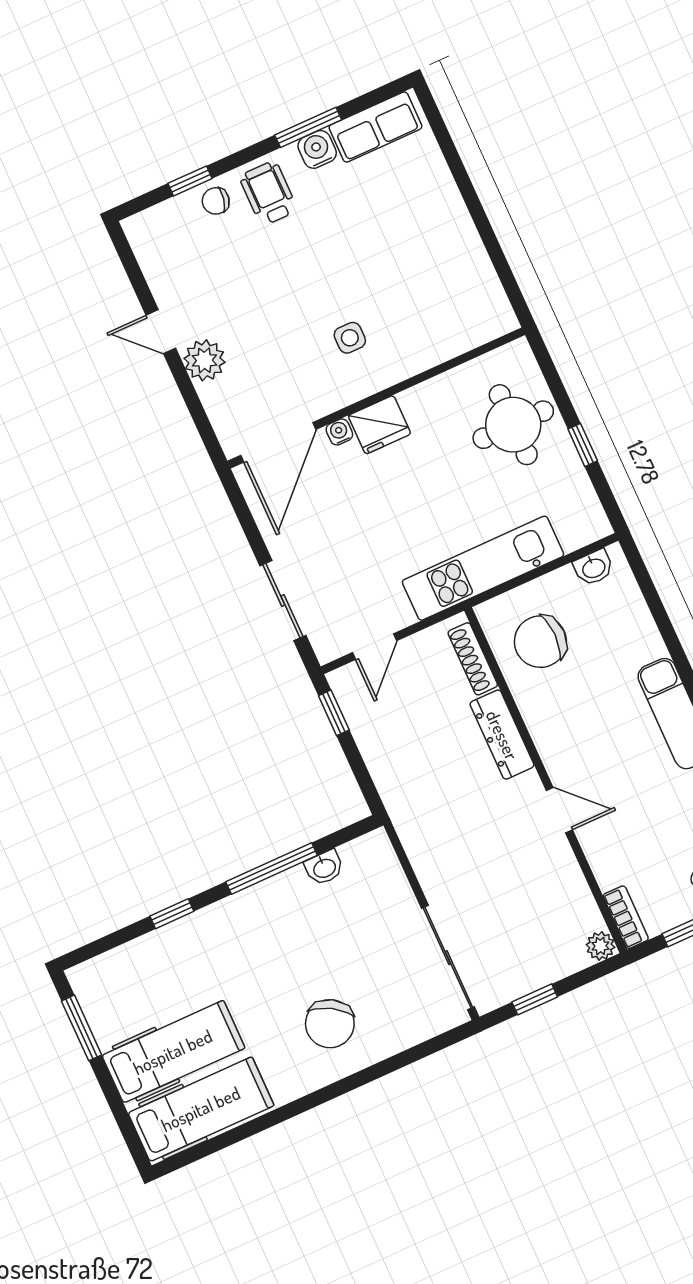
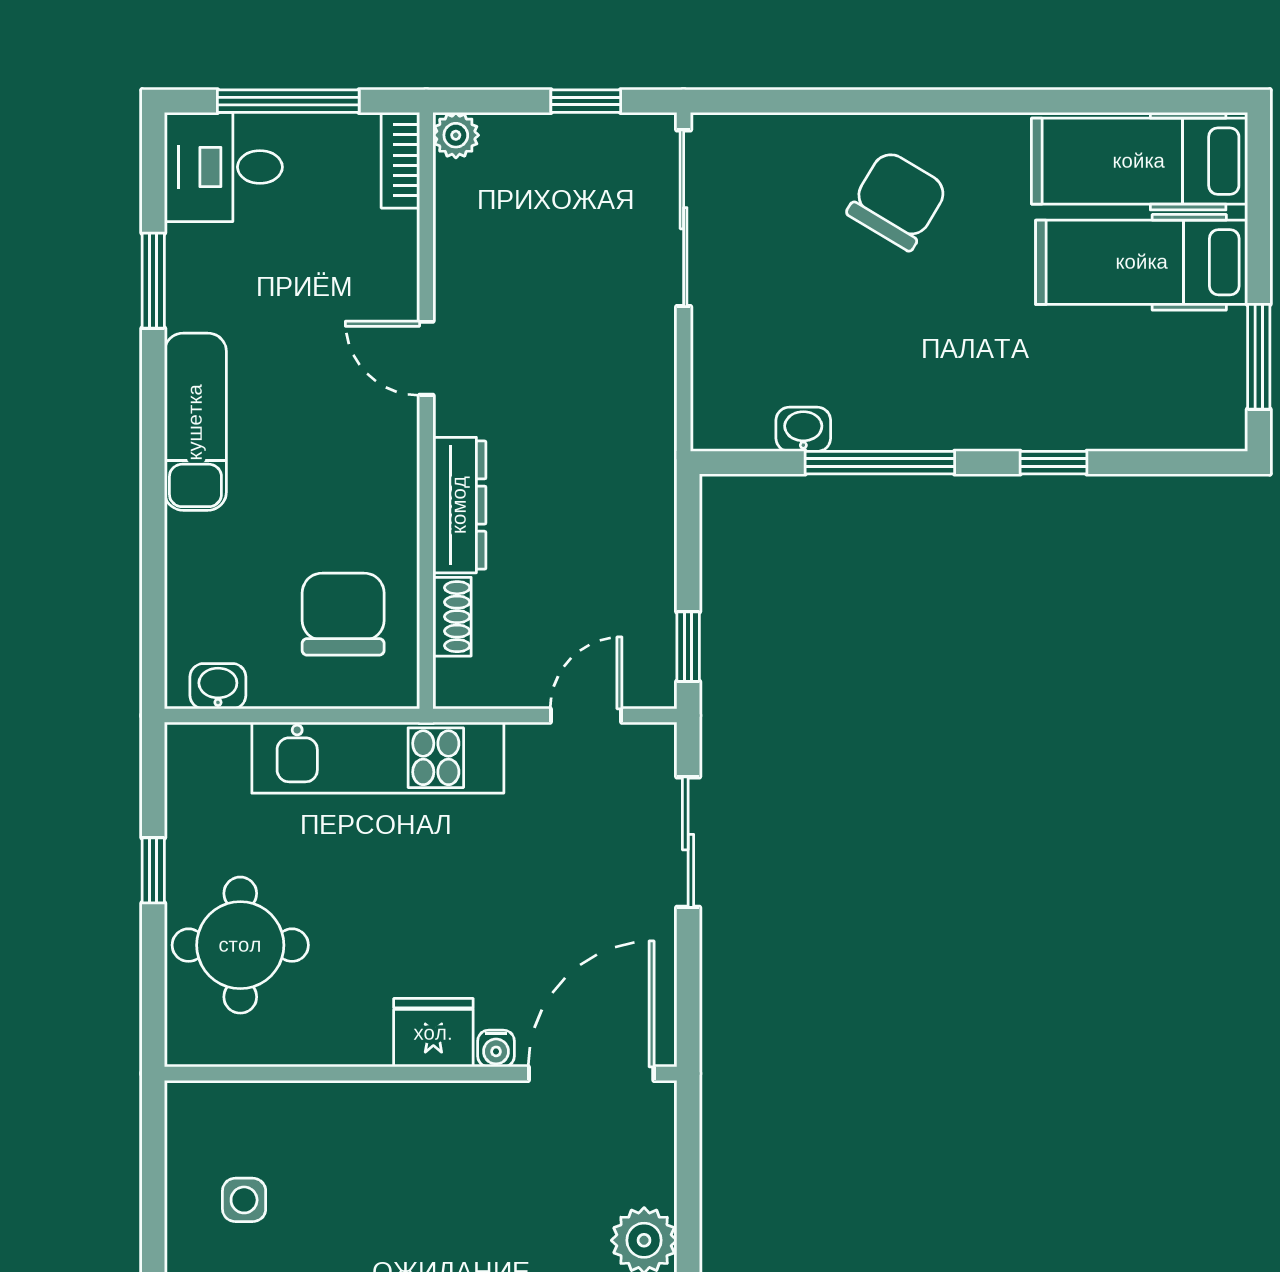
side table: (350, 338) -> (244, 1200), moved
chair: (540, 642) -> (343, 614), turned -90
shoe rack: (473, 659) -> (452, 617), width x0.70

